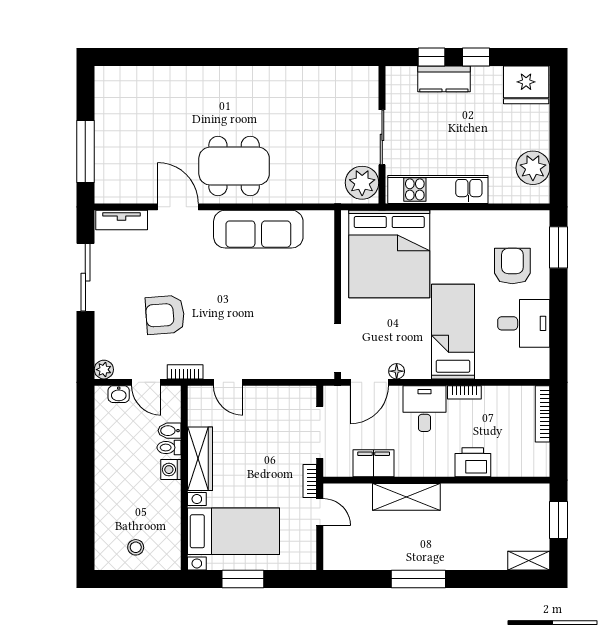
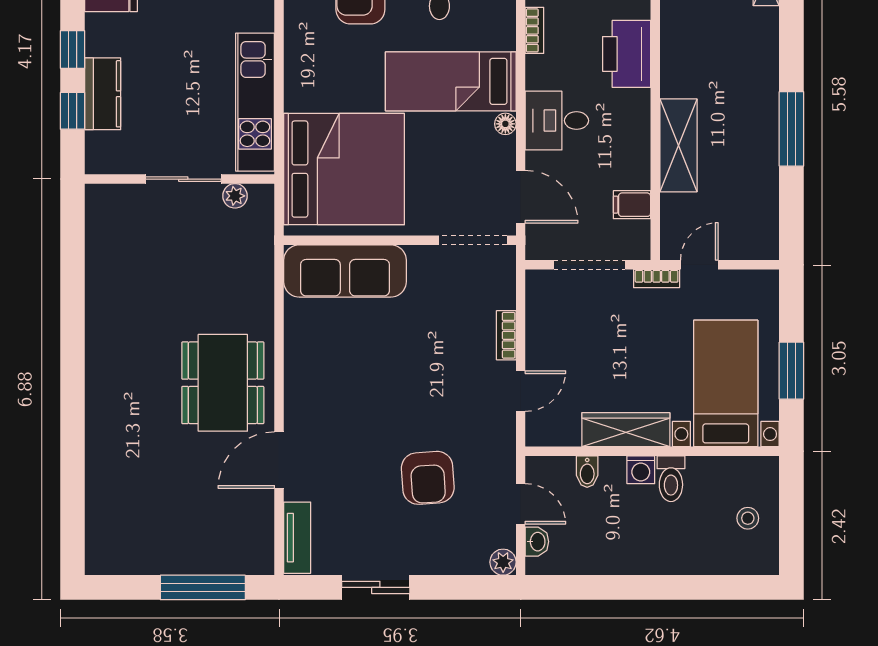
plant: (362, 183) -> (235, 196), width x0.53, depth x0.53
sofa: (258, 229) -> (345, 271), moved, turned 90
sliding door: (85, 277) -> (376, 587), width x0.73
floor lamp: (397, 371) -> (505, 124), moved
bookcase: (185, 372) -> (506, 335), moved
door: (146, 382) -> (521, 504), hinge flipped
bookcase: (464, 392) -> (534, 30), moved
toilet: (169, 448) -> (671, 479), moved, width x1.37, depth x1.39
printer: (473, 462) -> (627, 54), width x1.37, depth x1.19
filing cabinet: (374, 463) -> (632, 205), width x0.50

